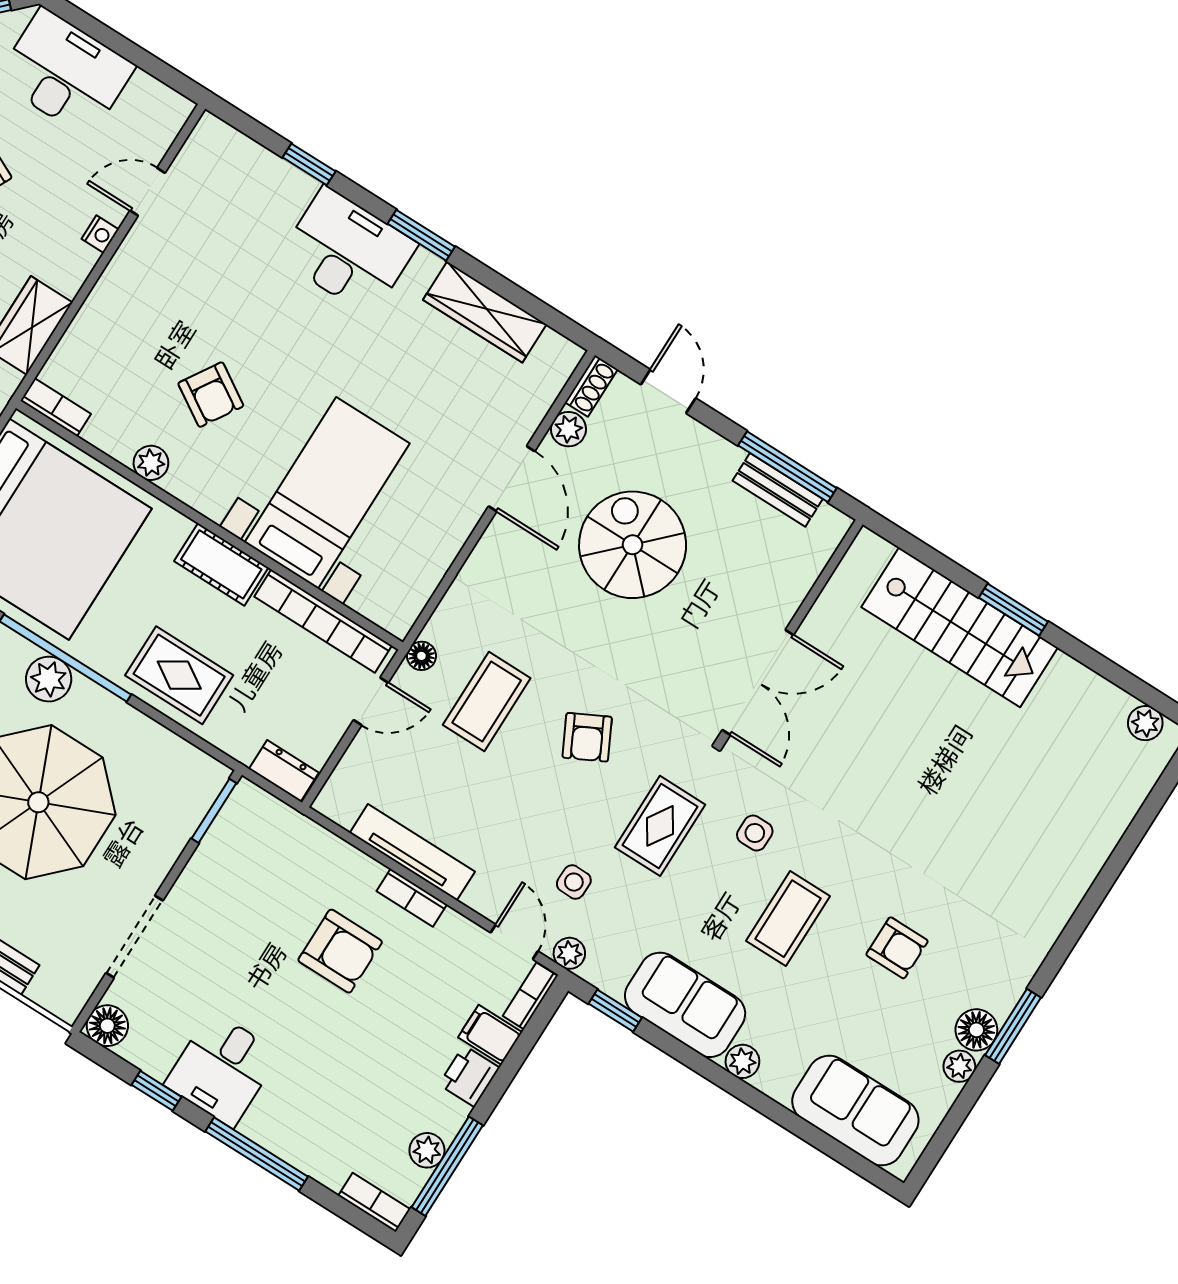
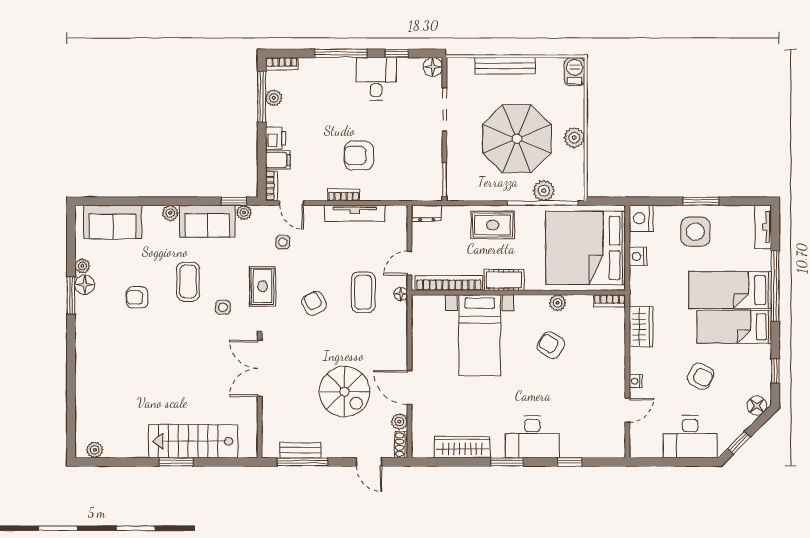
plant: (569, 953) -> (244, 212), moved

